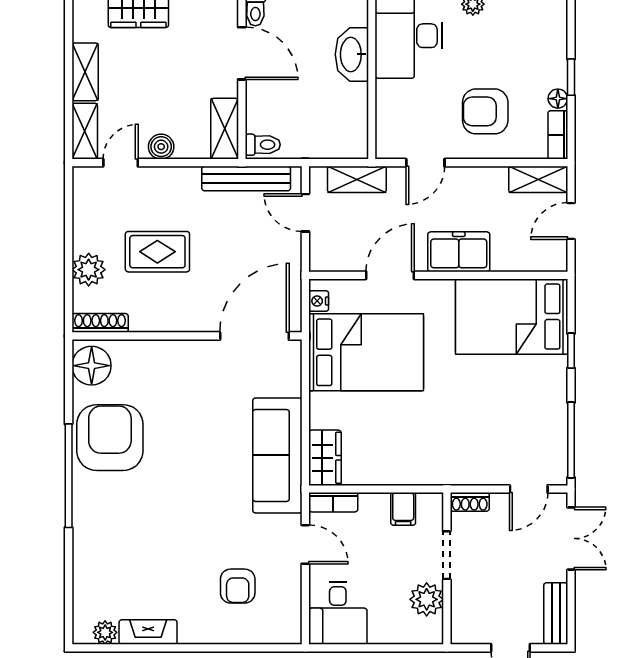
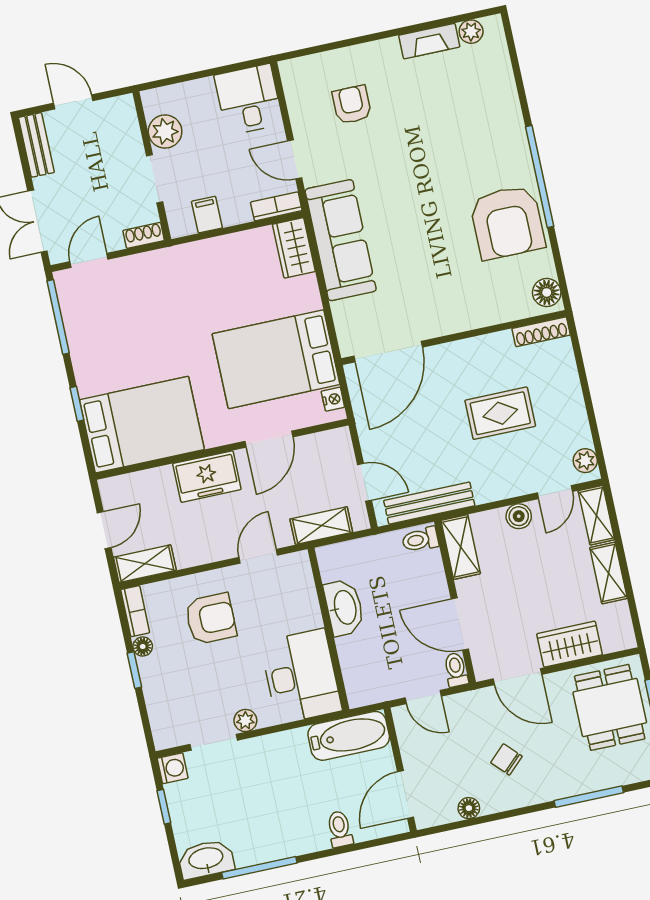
washbasin: (352, 54) -> (344, 608), moved
plant: (89, 270) -> (585, 461), moved, width x0.73, depth x0.73
floor lamp: (92, 366) -> (547, 292), width x0.73, depth x0.73

